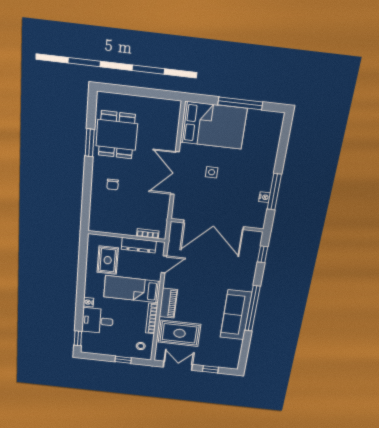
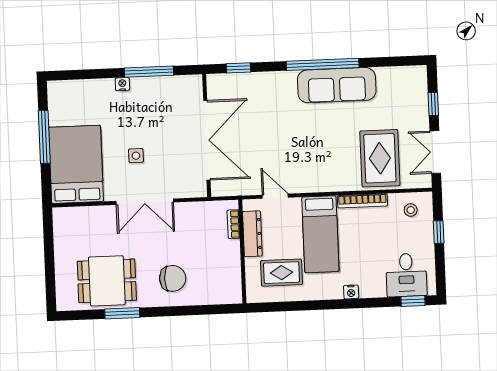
chair: (113, 184) -> (173, 278), width x1.87, depth x1.87
nightstand: (264, 197) -> (122, 84), moved
piano: (168, 303) -> (334, 181), removed
desk: (98, 321) -> (406, 275), moved

